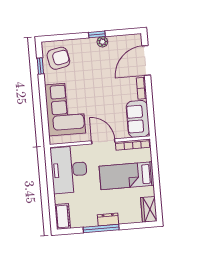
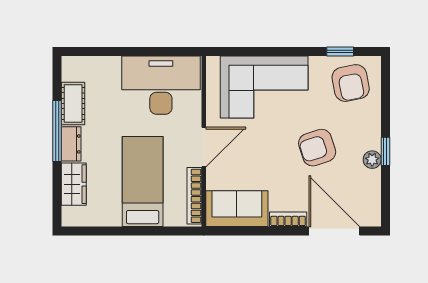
armchair: (98, 75) -> (317, 148), added
wardrobe: (149, 209) -> (74, 184), moved, turned 90
cot: (62, 216) -> (73, 104), moved, turned 90

